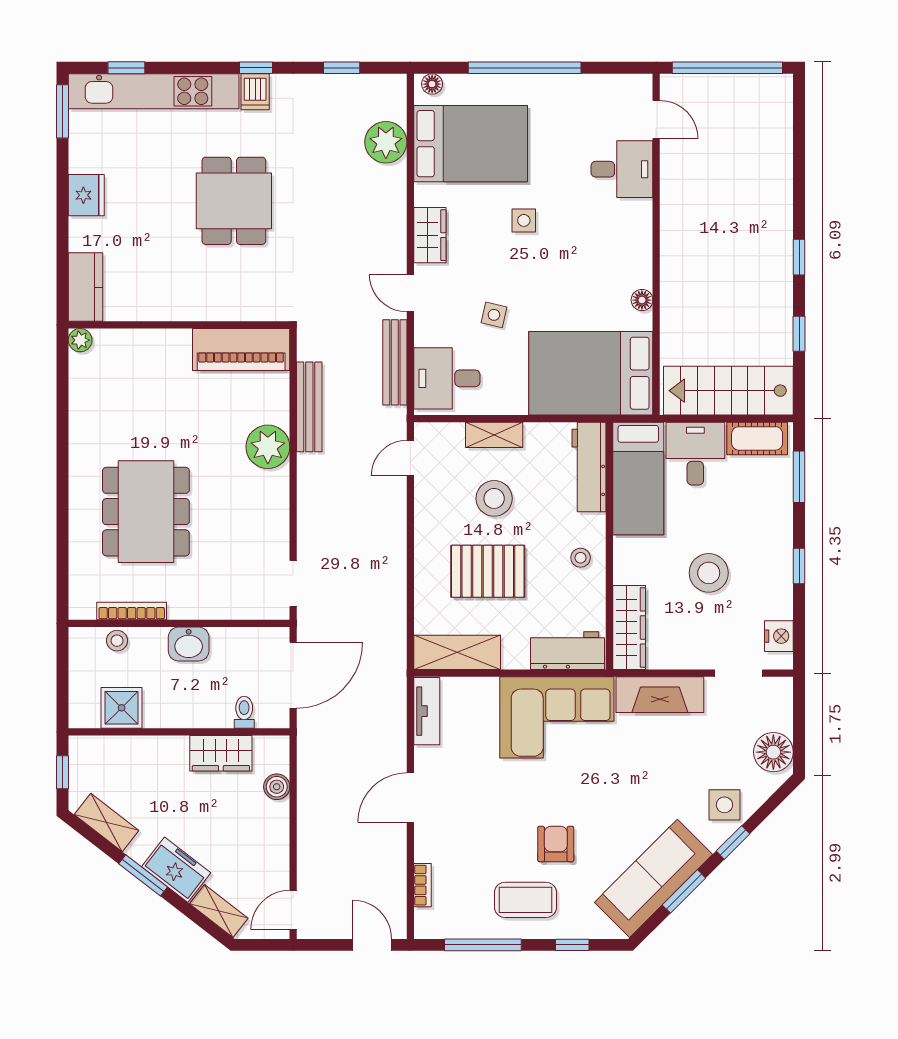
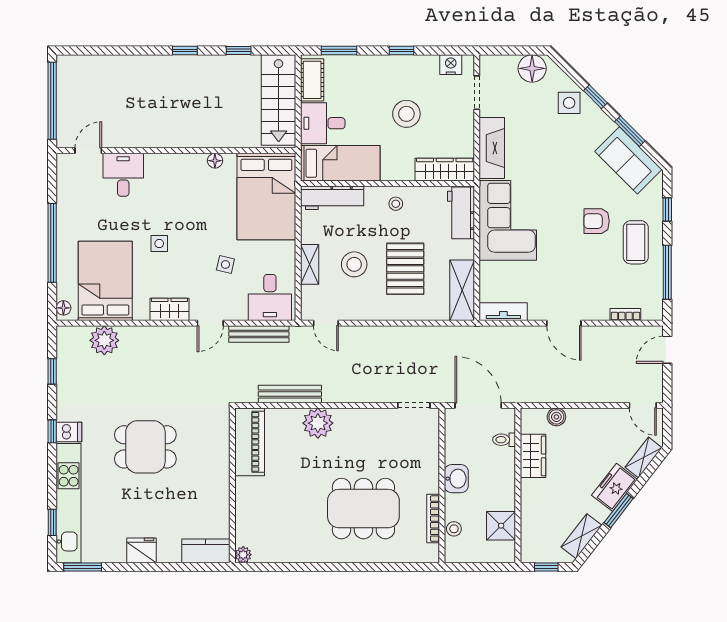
sofa: (653, 878) -> (628, 160), width x0.73

